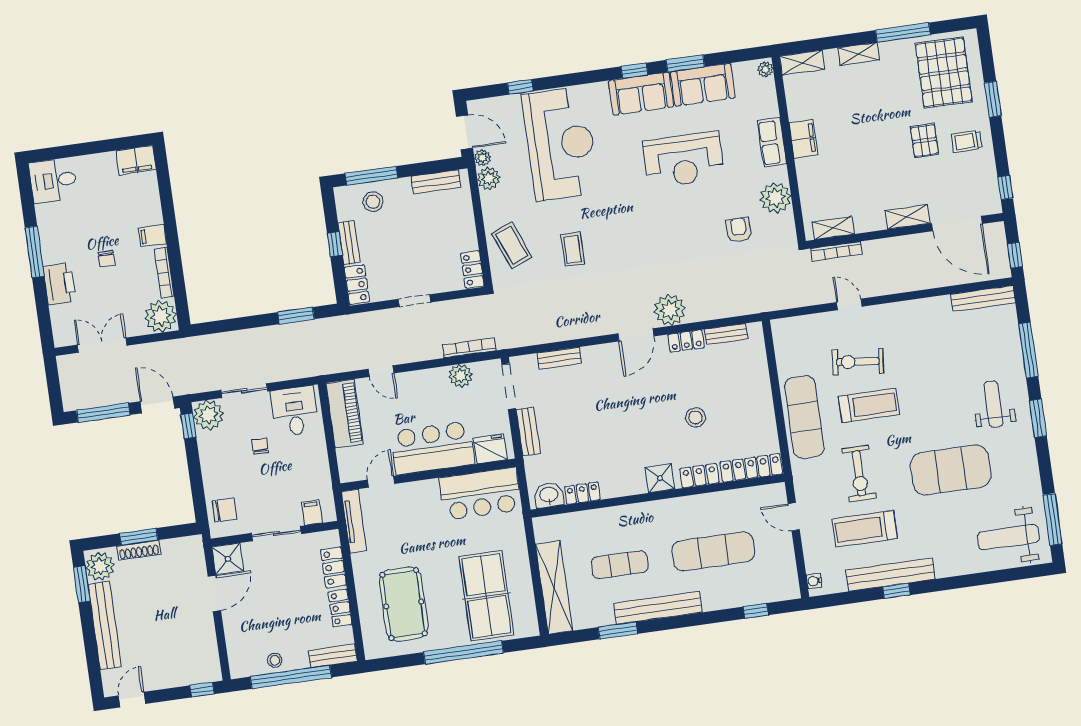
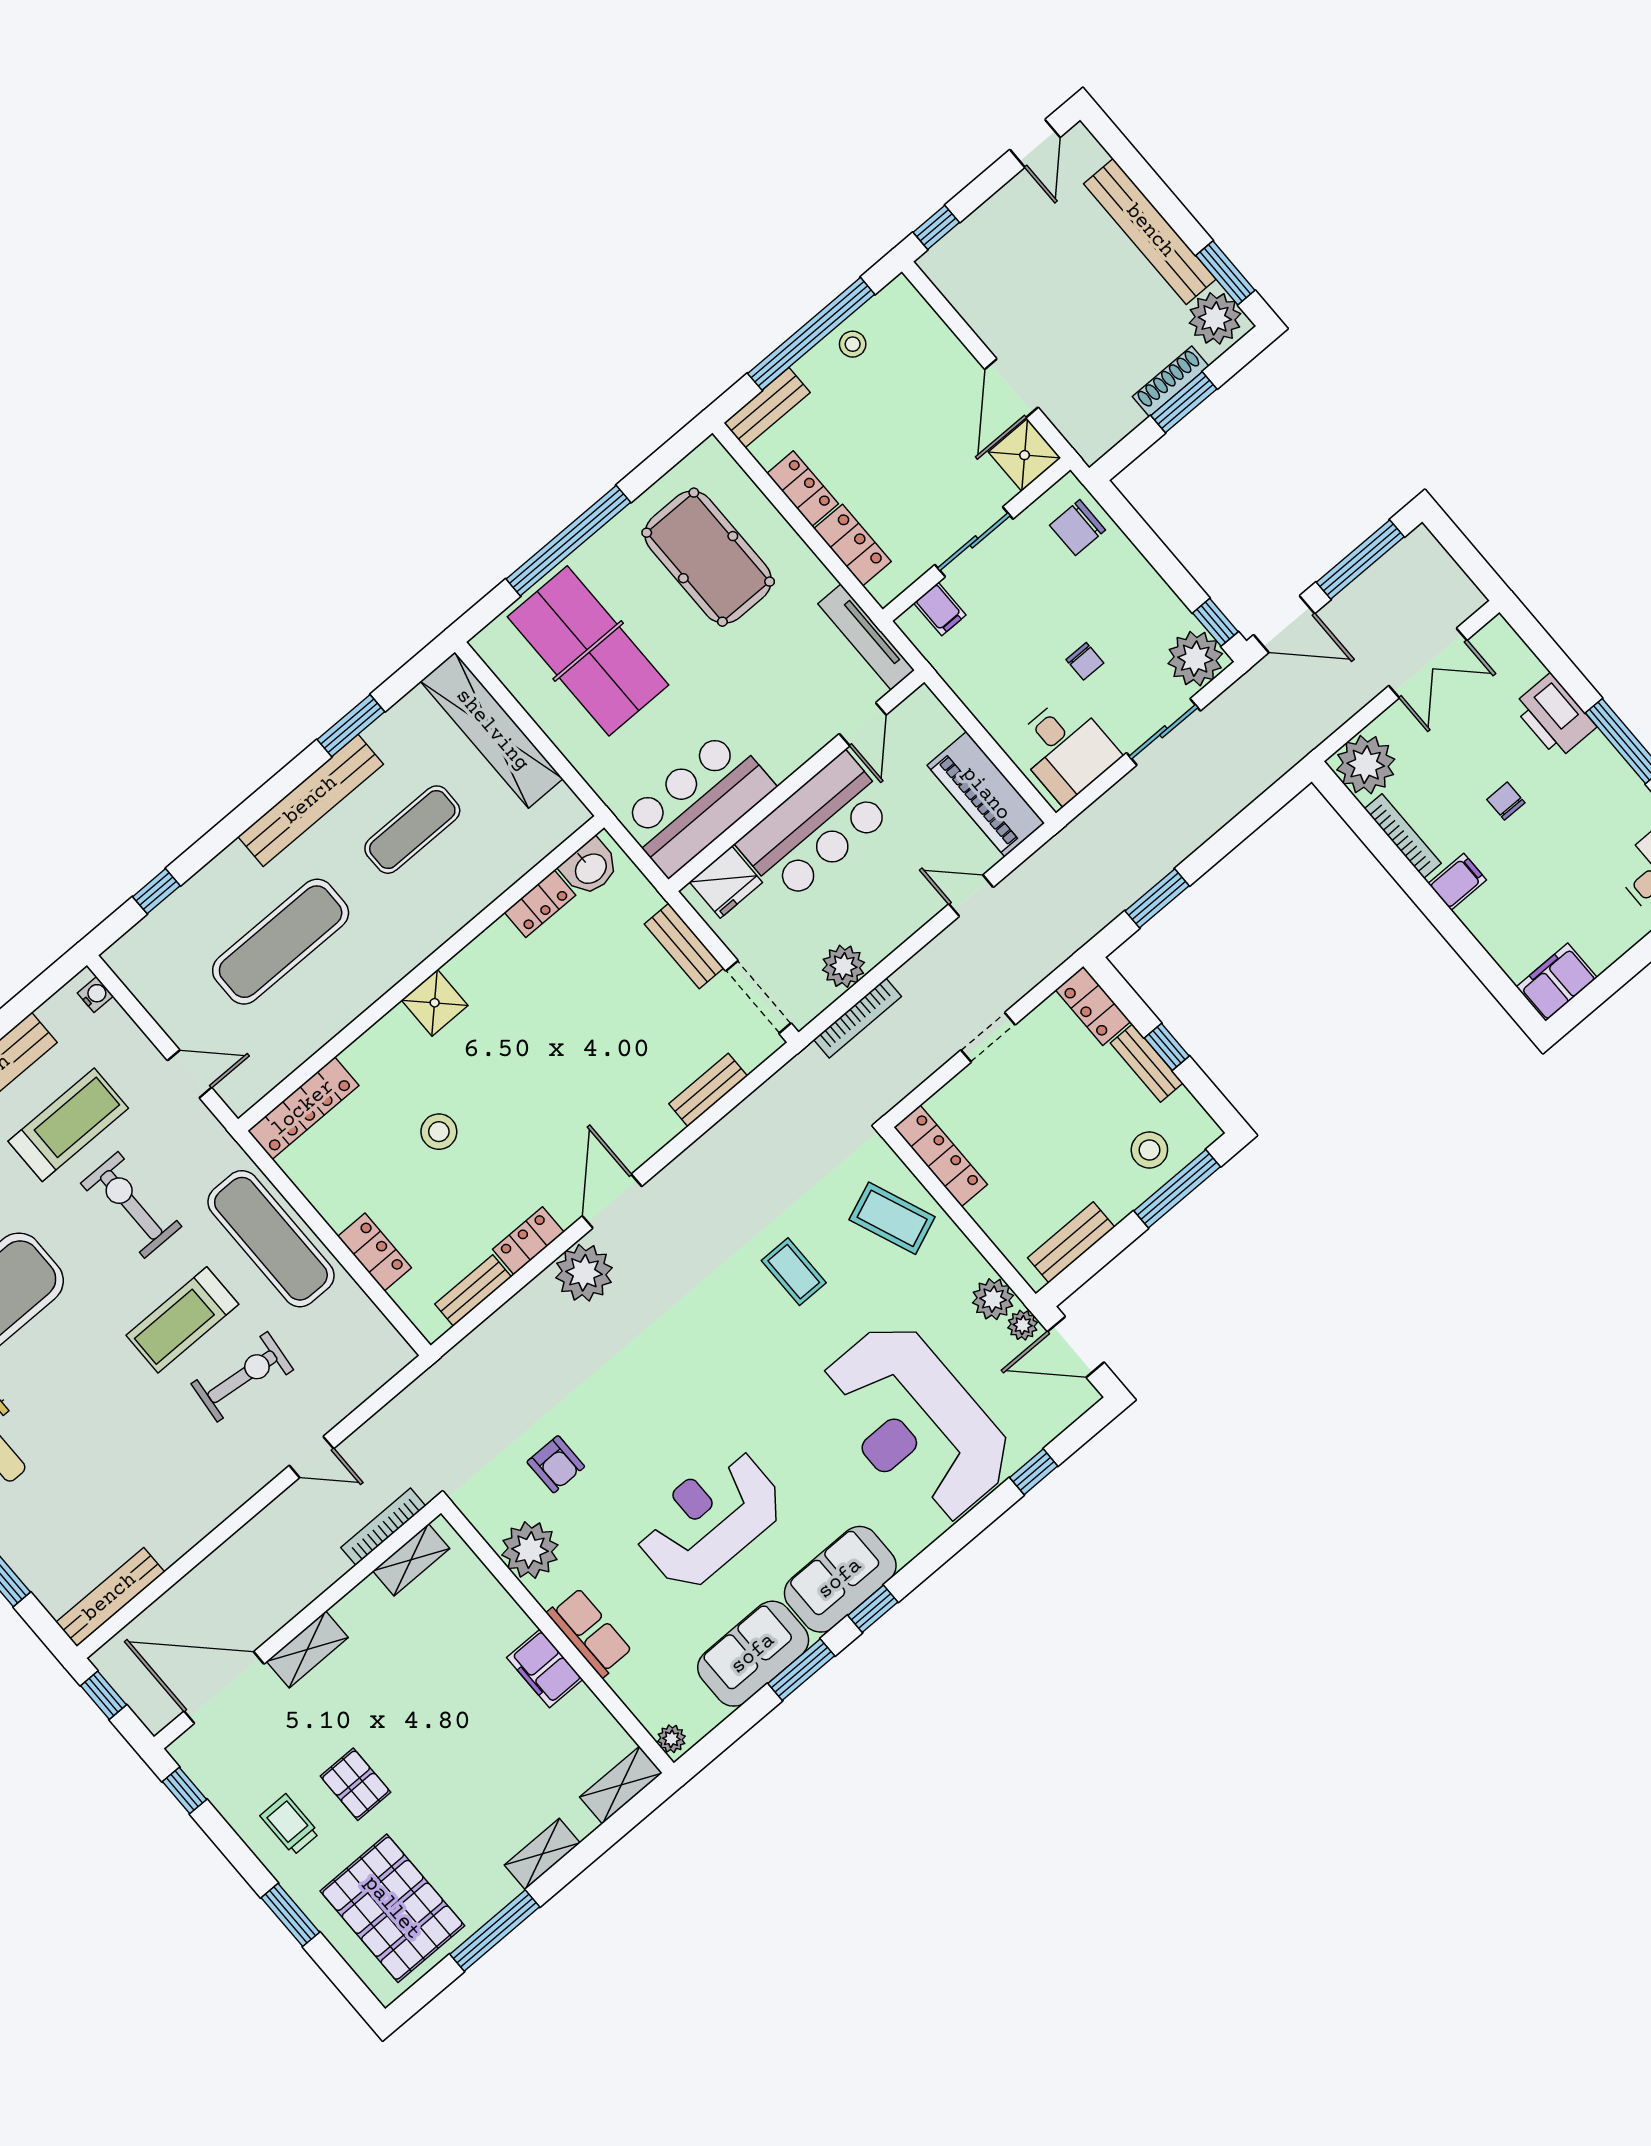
trolley: (967, 141) -> (290, 1824), turned -90
locker: (472, 270) -> (941, 1156), width x1.53
locker: (699, 476) -> (375, 1252), moved, turned -90

